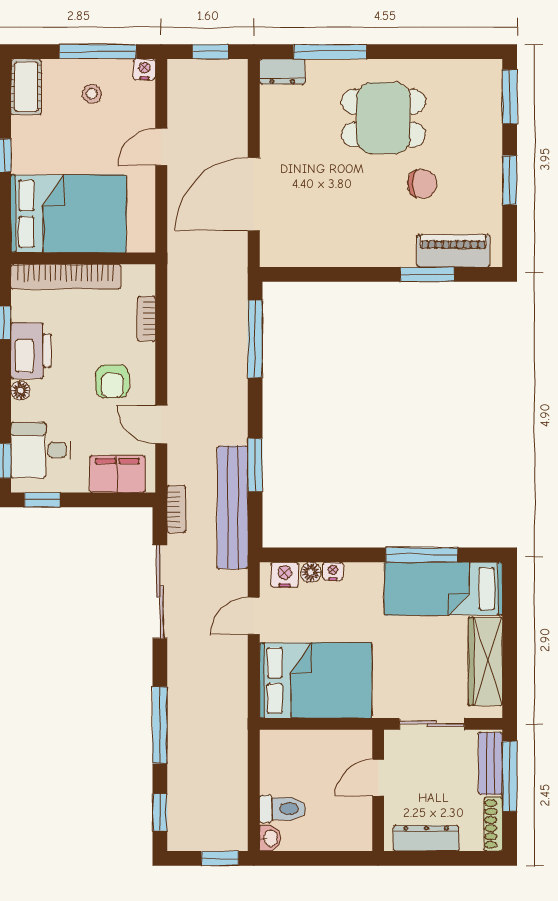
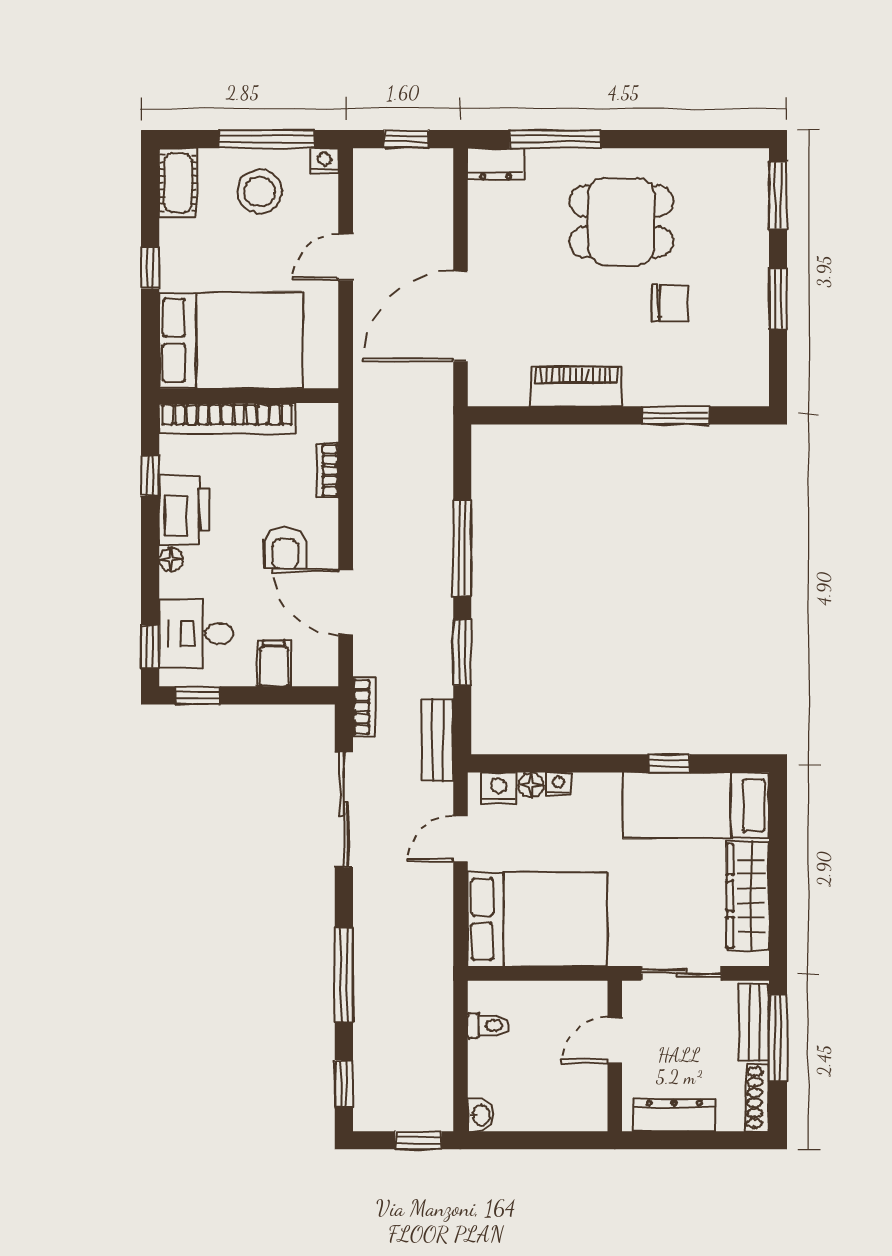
stool: (92, 94) -> (259, 191), width x1.89, depth x1.89
piano: (453, 251) -> (576, 386), moved
window: (255, 339) -> (462, 548), moved
door: (161, 425) -> (346, 602), width x1.38
filing cabinet: (117, 474) -> (274, 663), width x0.50
bench: (233, 507) -> (438, 740), width x0.54, depth x0.82
window: (422, 555) -> (669, 763), width x0.46
toilet: (283, 809) -> (488, 1025), moved, width x0.73, depth x0.72

